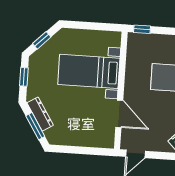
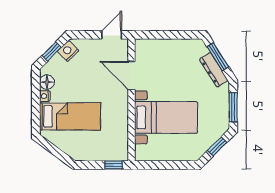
window: (24, 77) -> (233, 107), width x1.50

